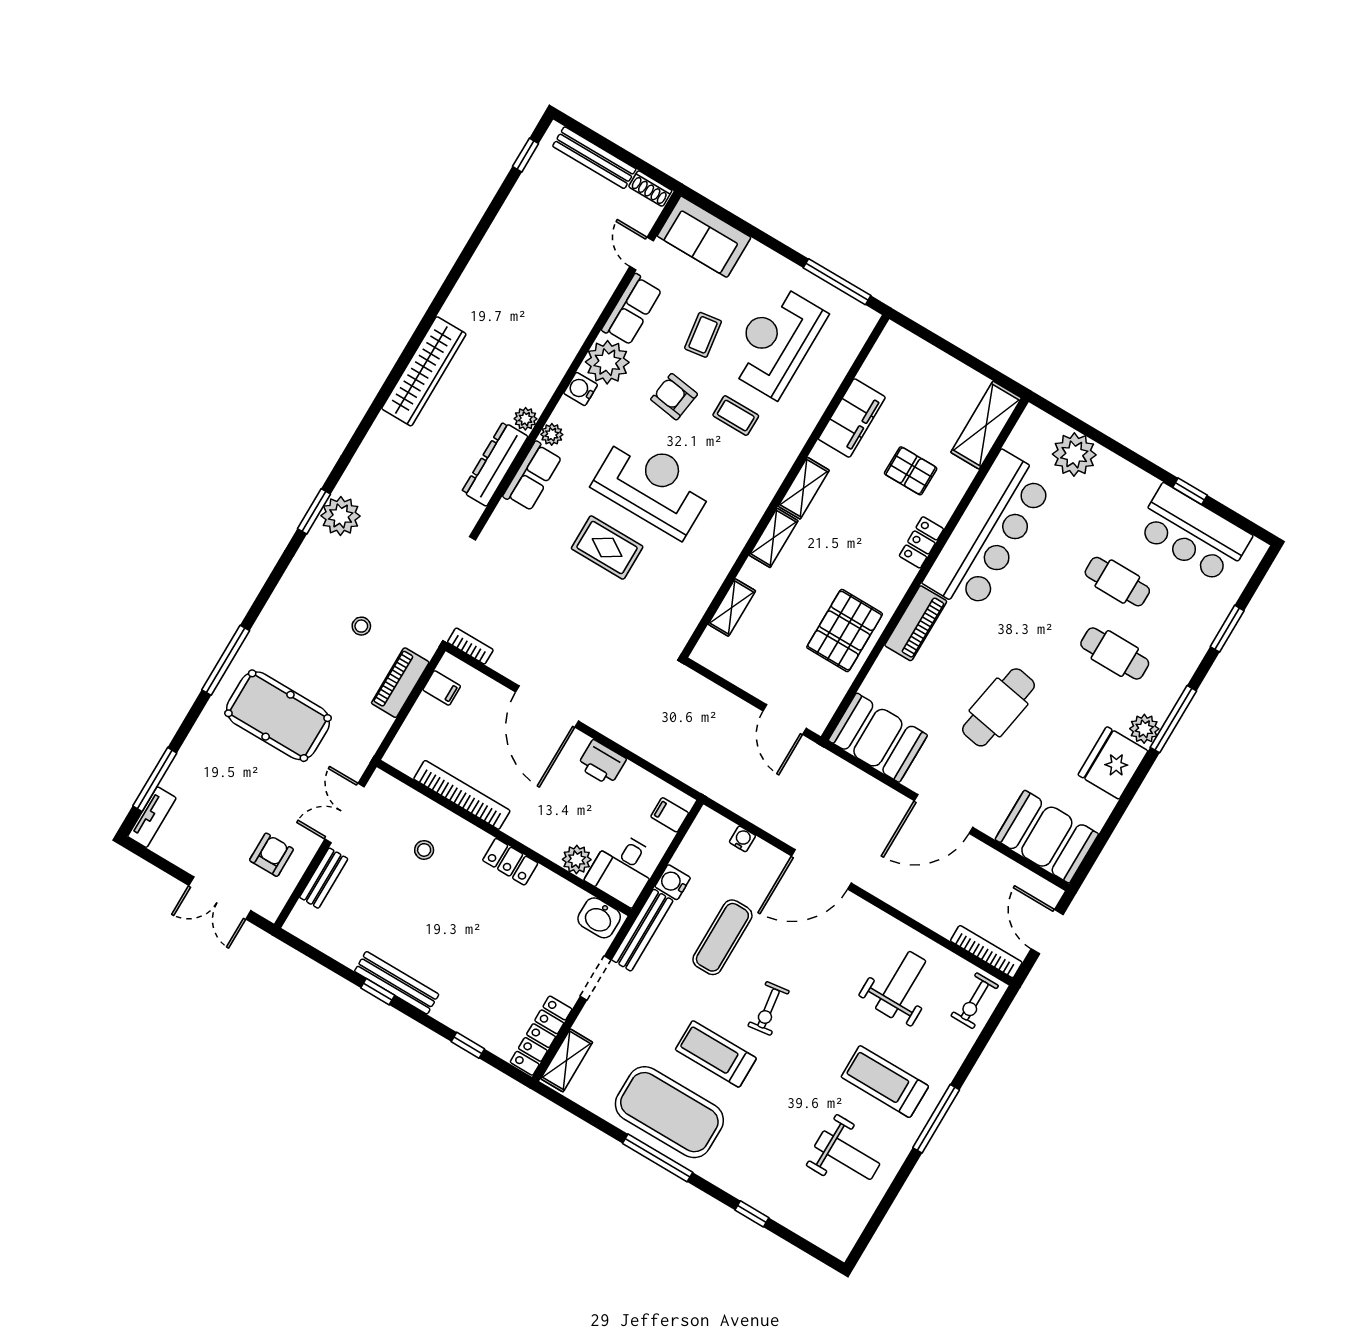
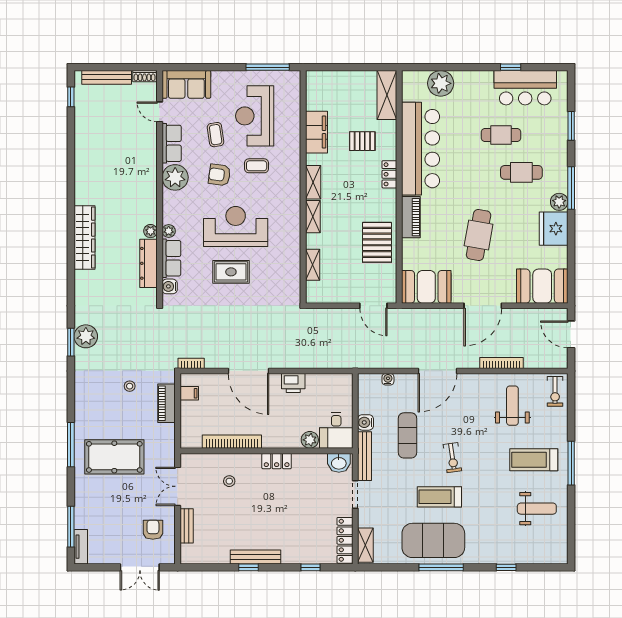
water cooler: (581, 389) -> (170, 286), moved
filing cabinet: (670, 815) -> (344, 389), removed
bookcase: (986, 952) -> (502, 363), moved

